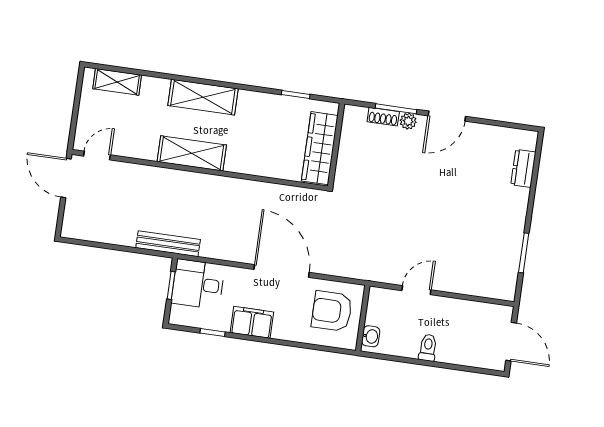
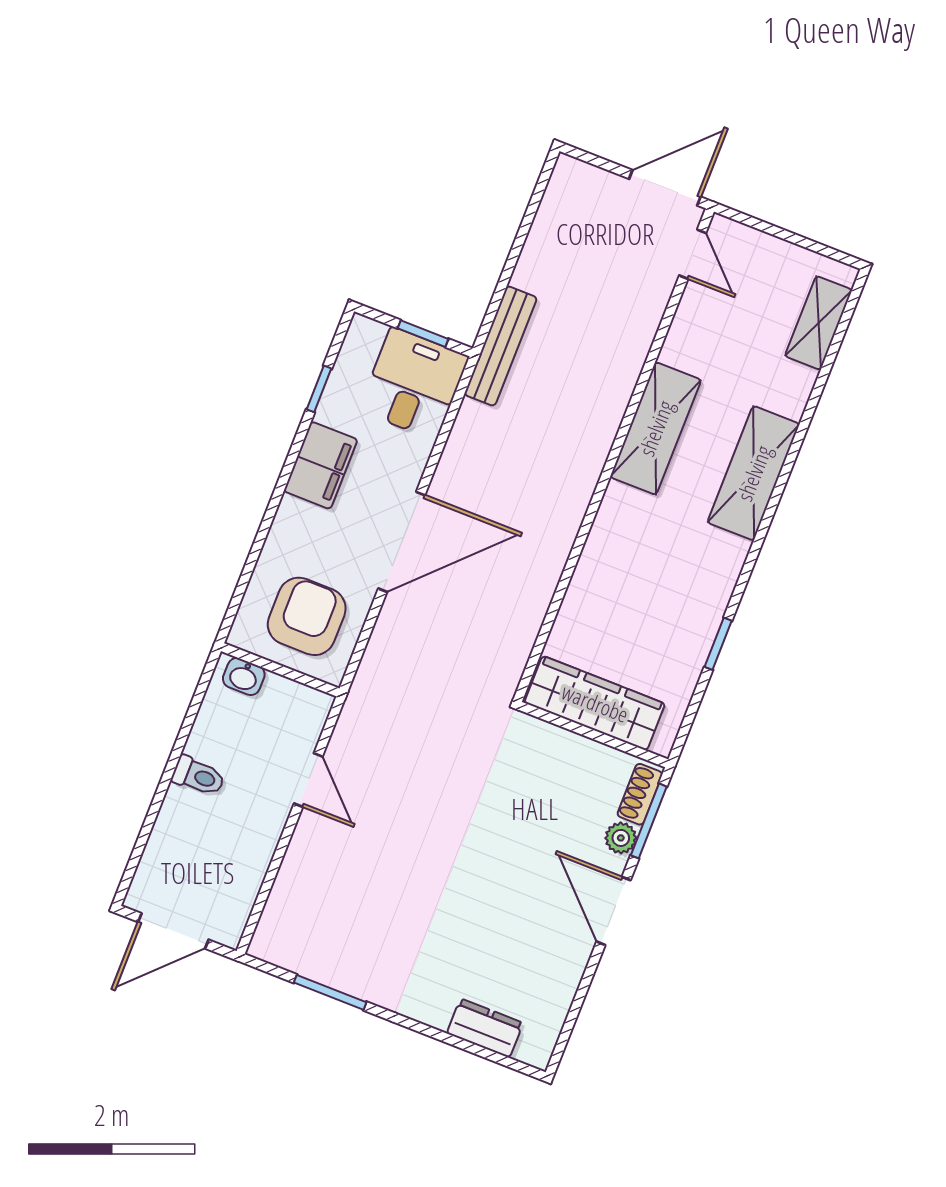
wall: (336, 145) -> (593, 735), moved
wardrobe: (320, 148) -> (595, 703), moved

